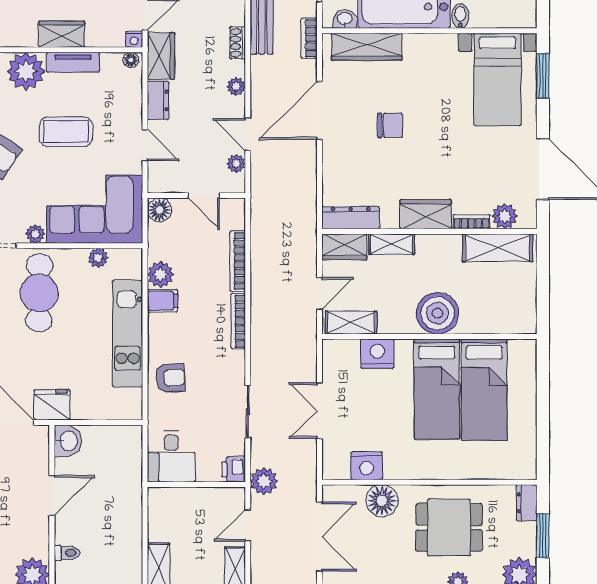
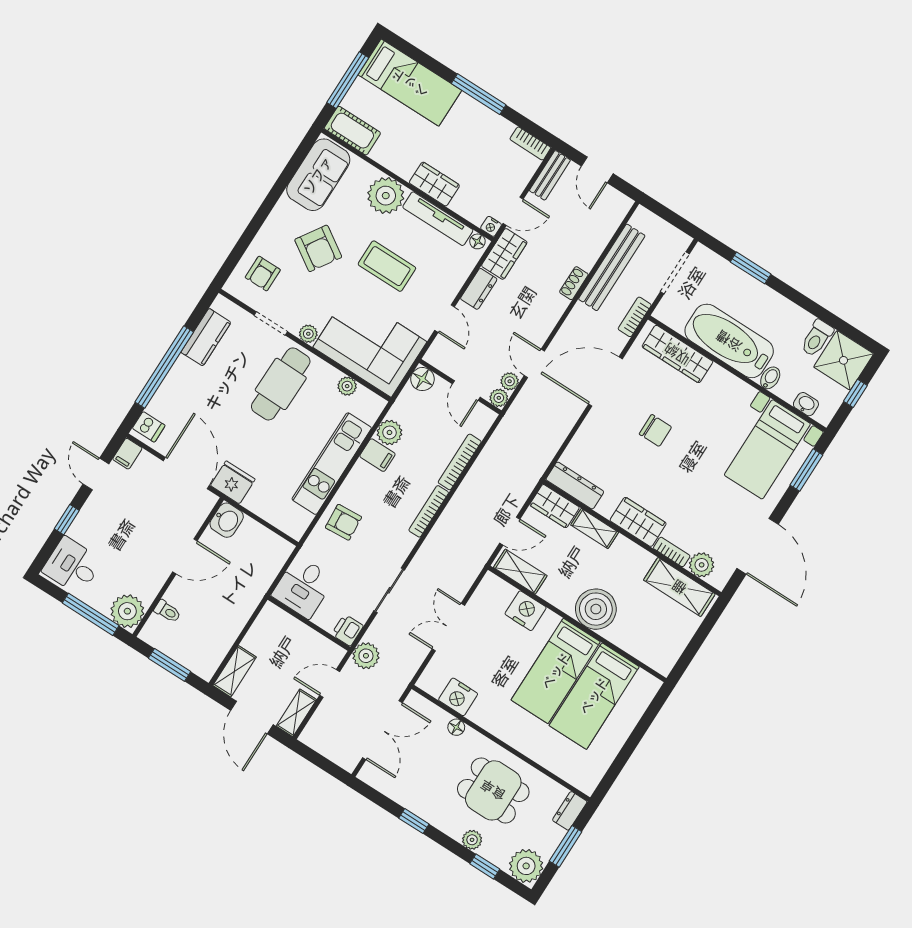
washbasin: (345, 19) -> (806, 404), moved
tv unit: (73, 62) -> (438, 219), width x1.41
plant: (236, 86) -> (499, 398), moved
floor lamp: (382, 501) -> (456, 727), width x0.53, depth x0.53

